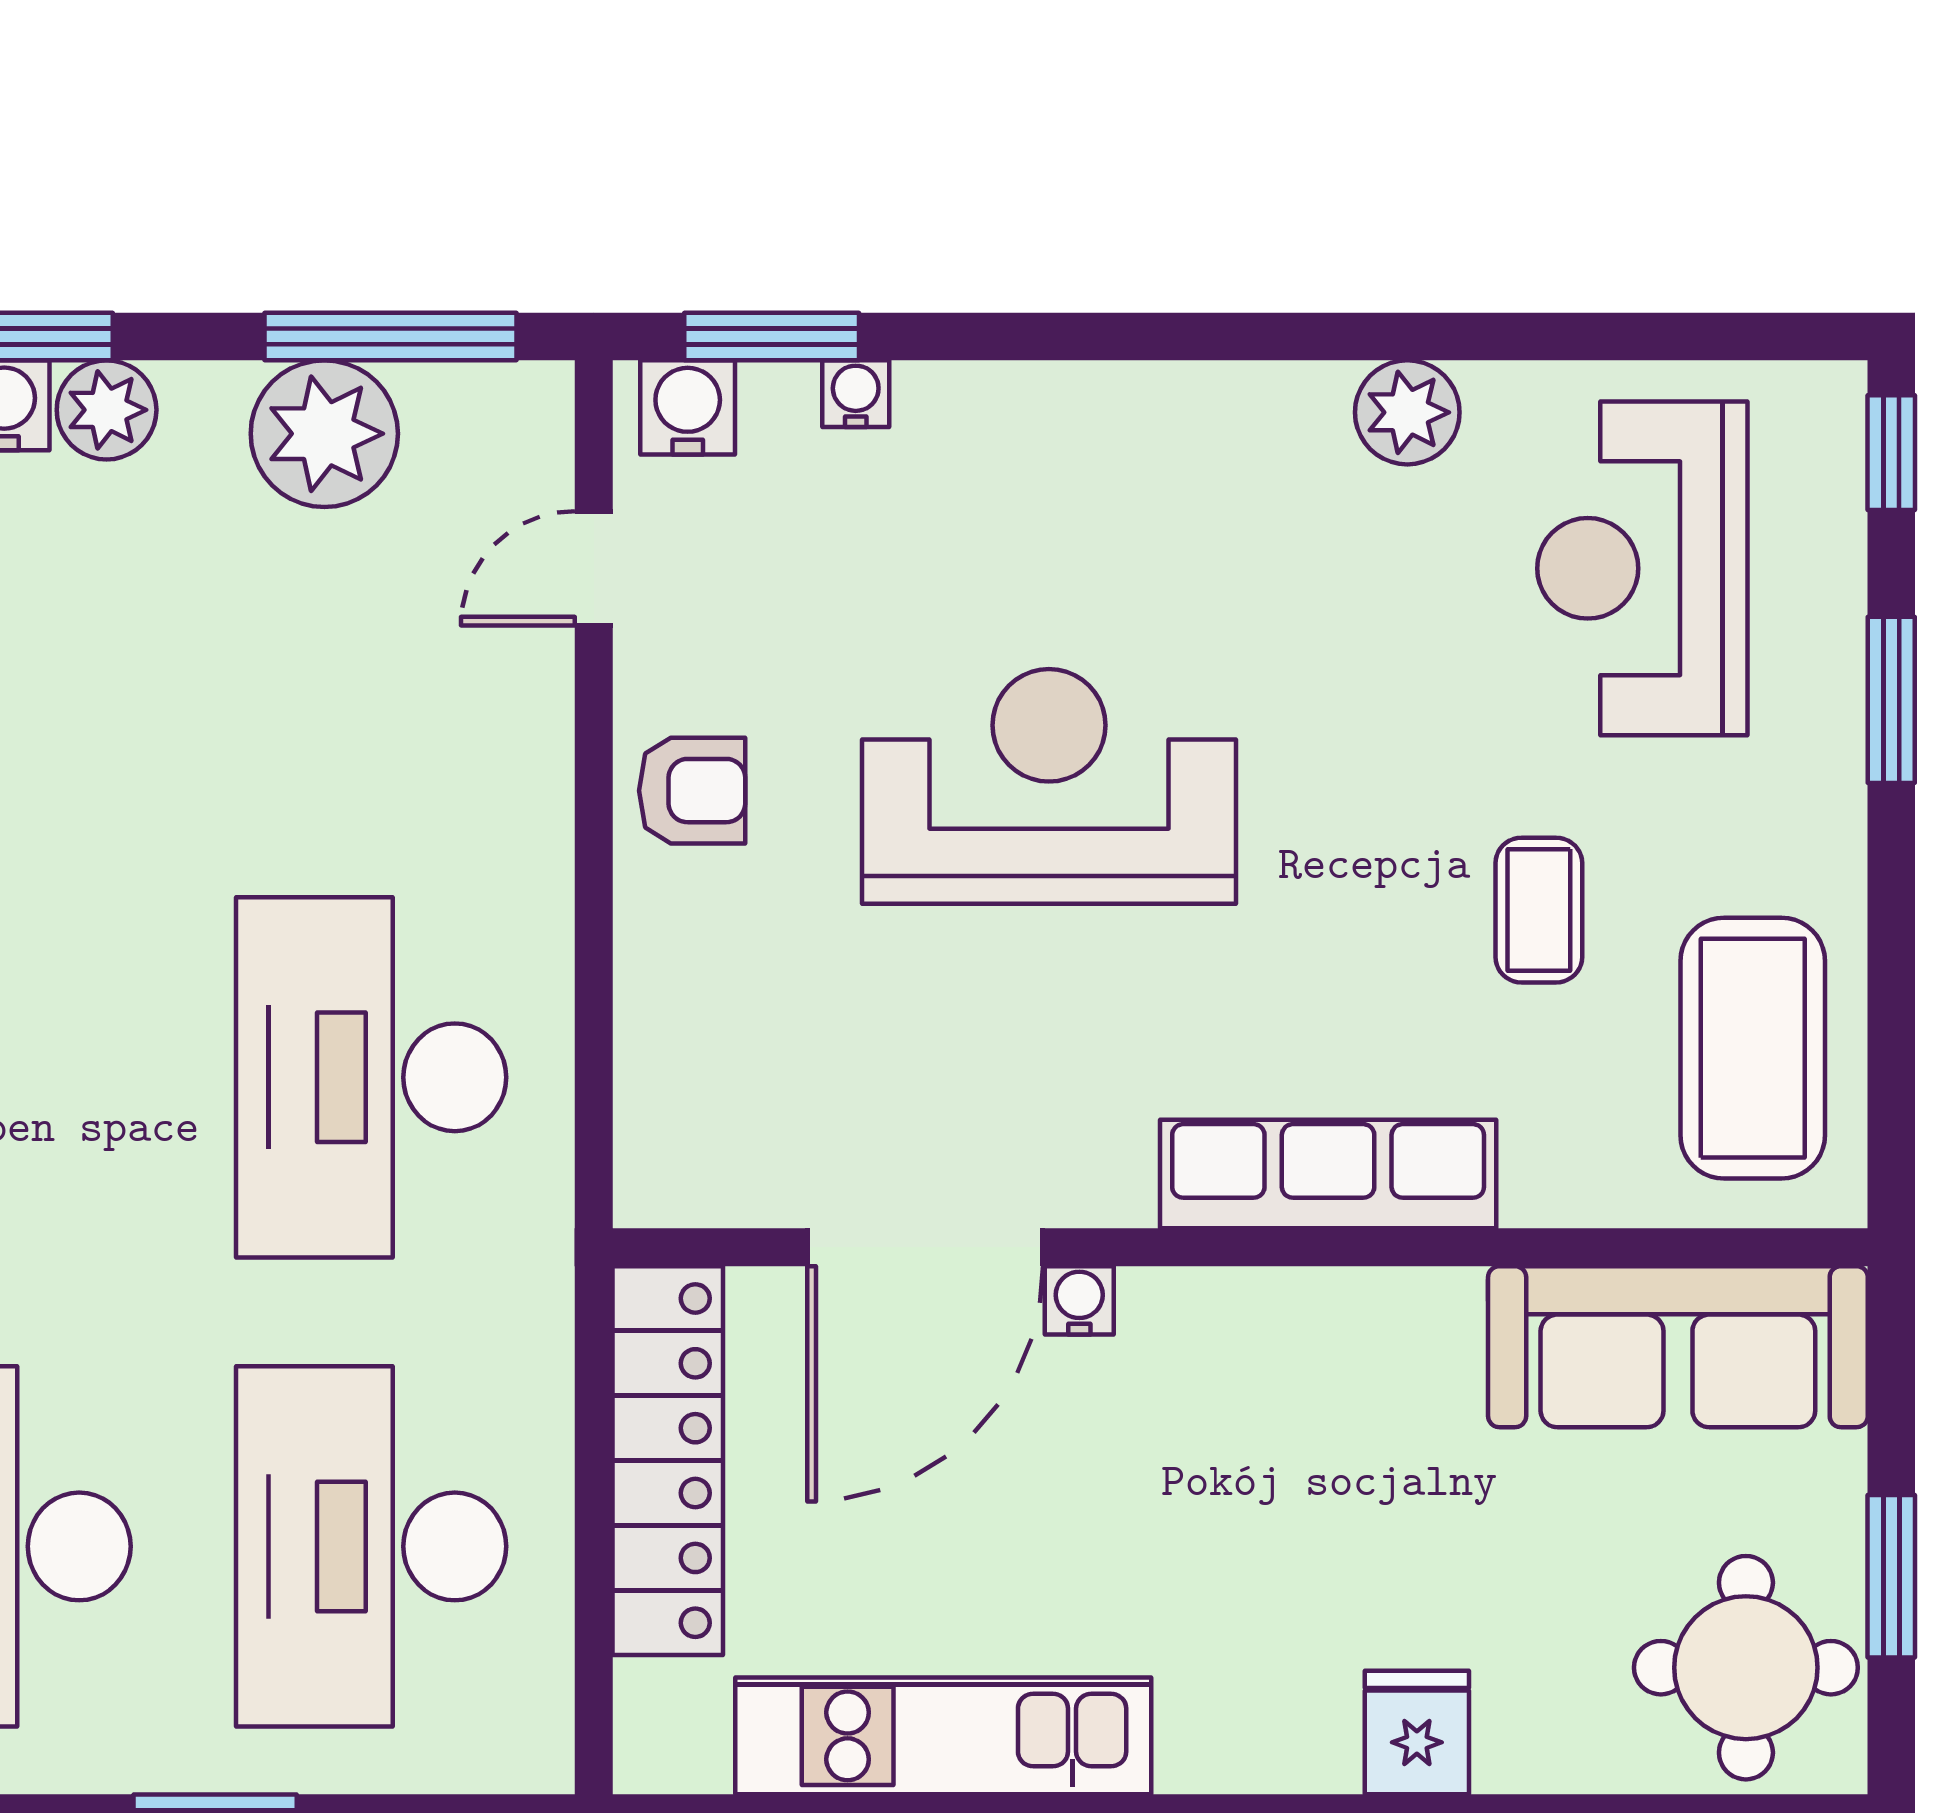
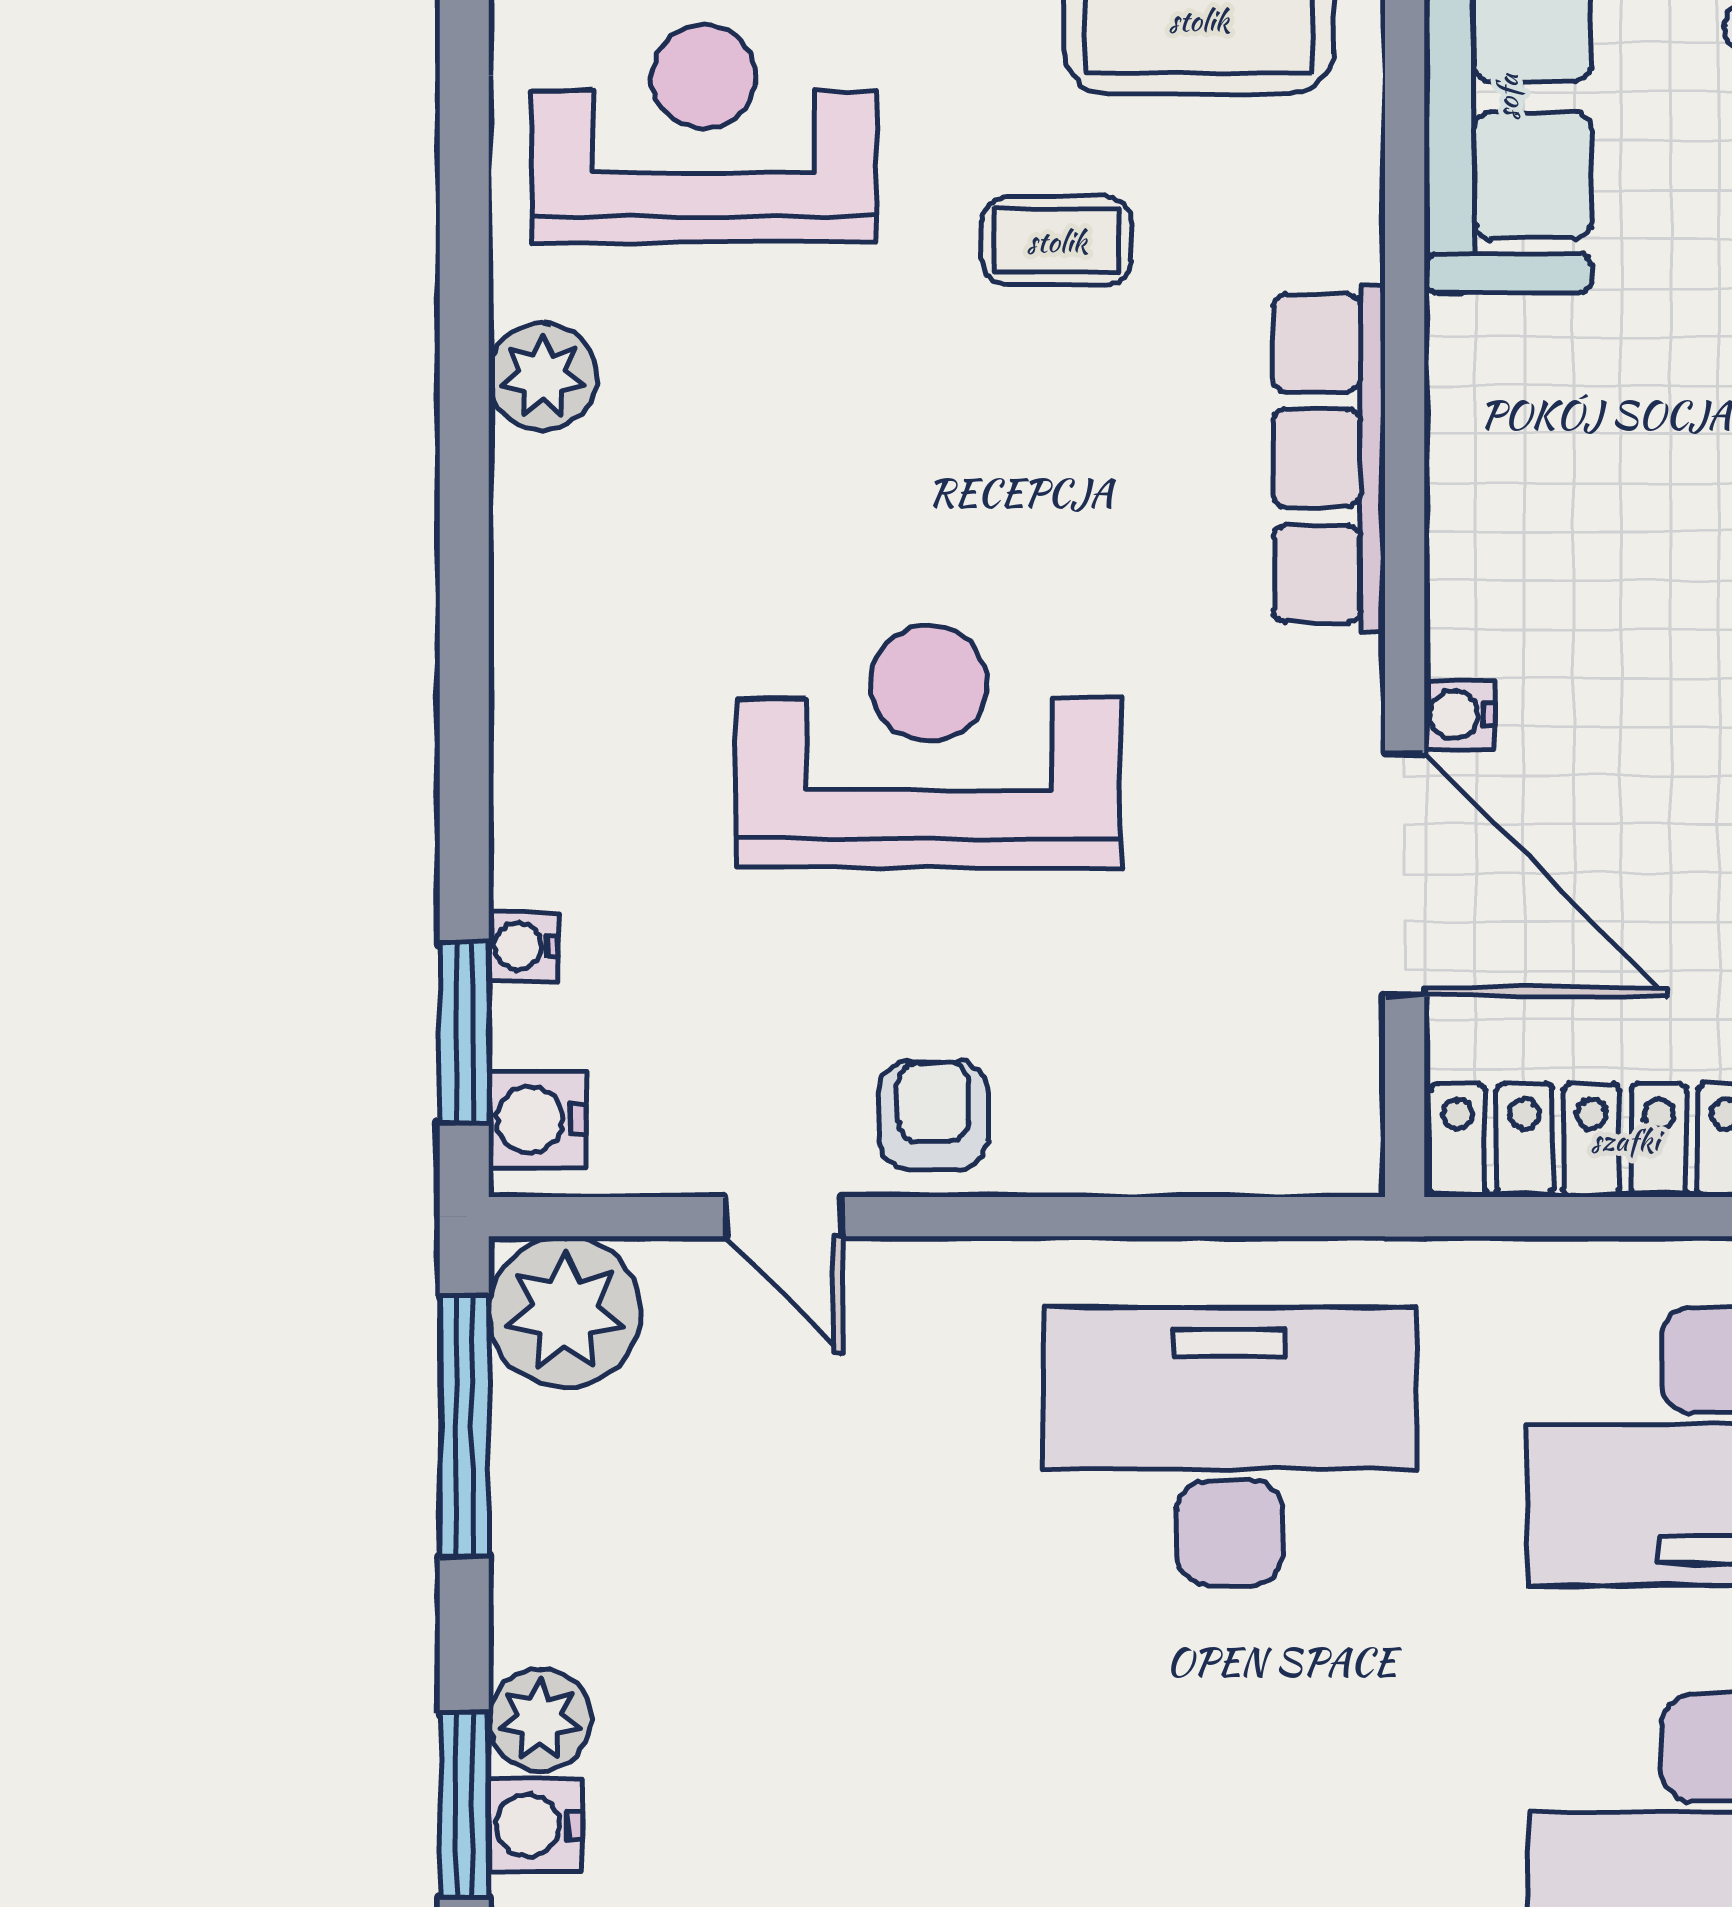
plant: (324, 434) -> (565, 1312), moved
door: (594, 568) -> (783, 1217), moved
reception desk: (1642, 568) -> (704, 134), turned 180
reception desk: (1049, 786) -> (929, 746), turned 90
desk: (371, 1077) -> (1229, 1447), turned 180

